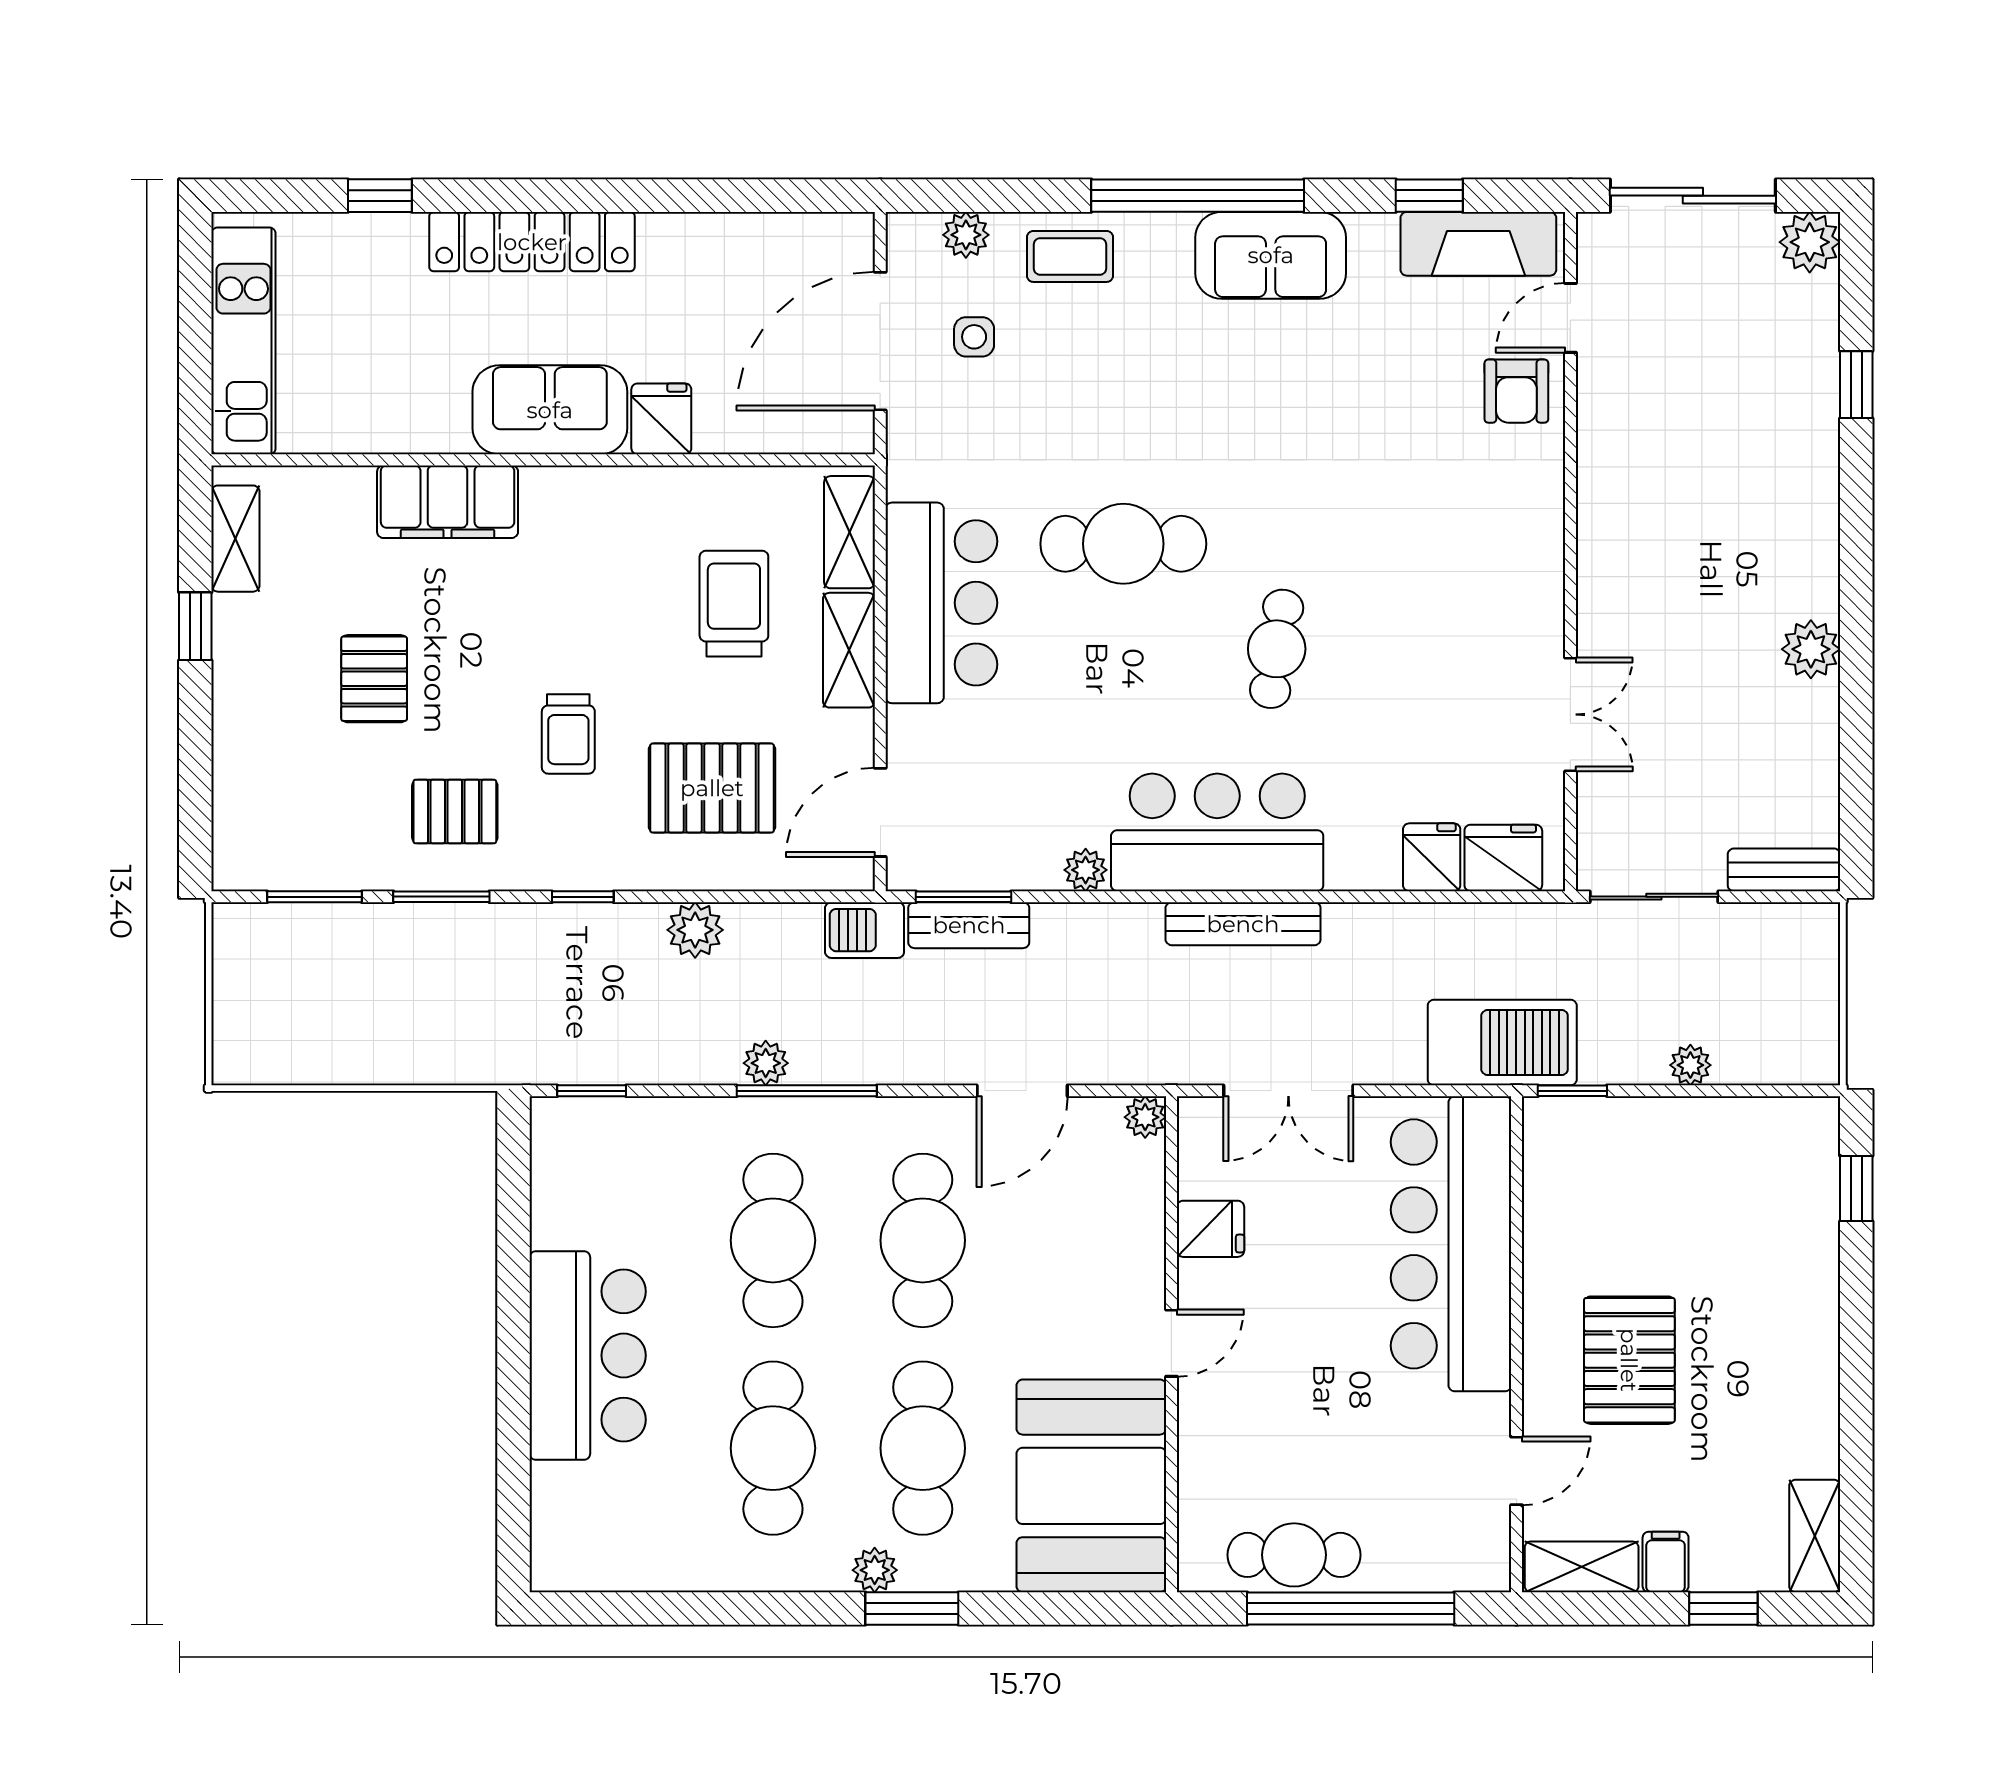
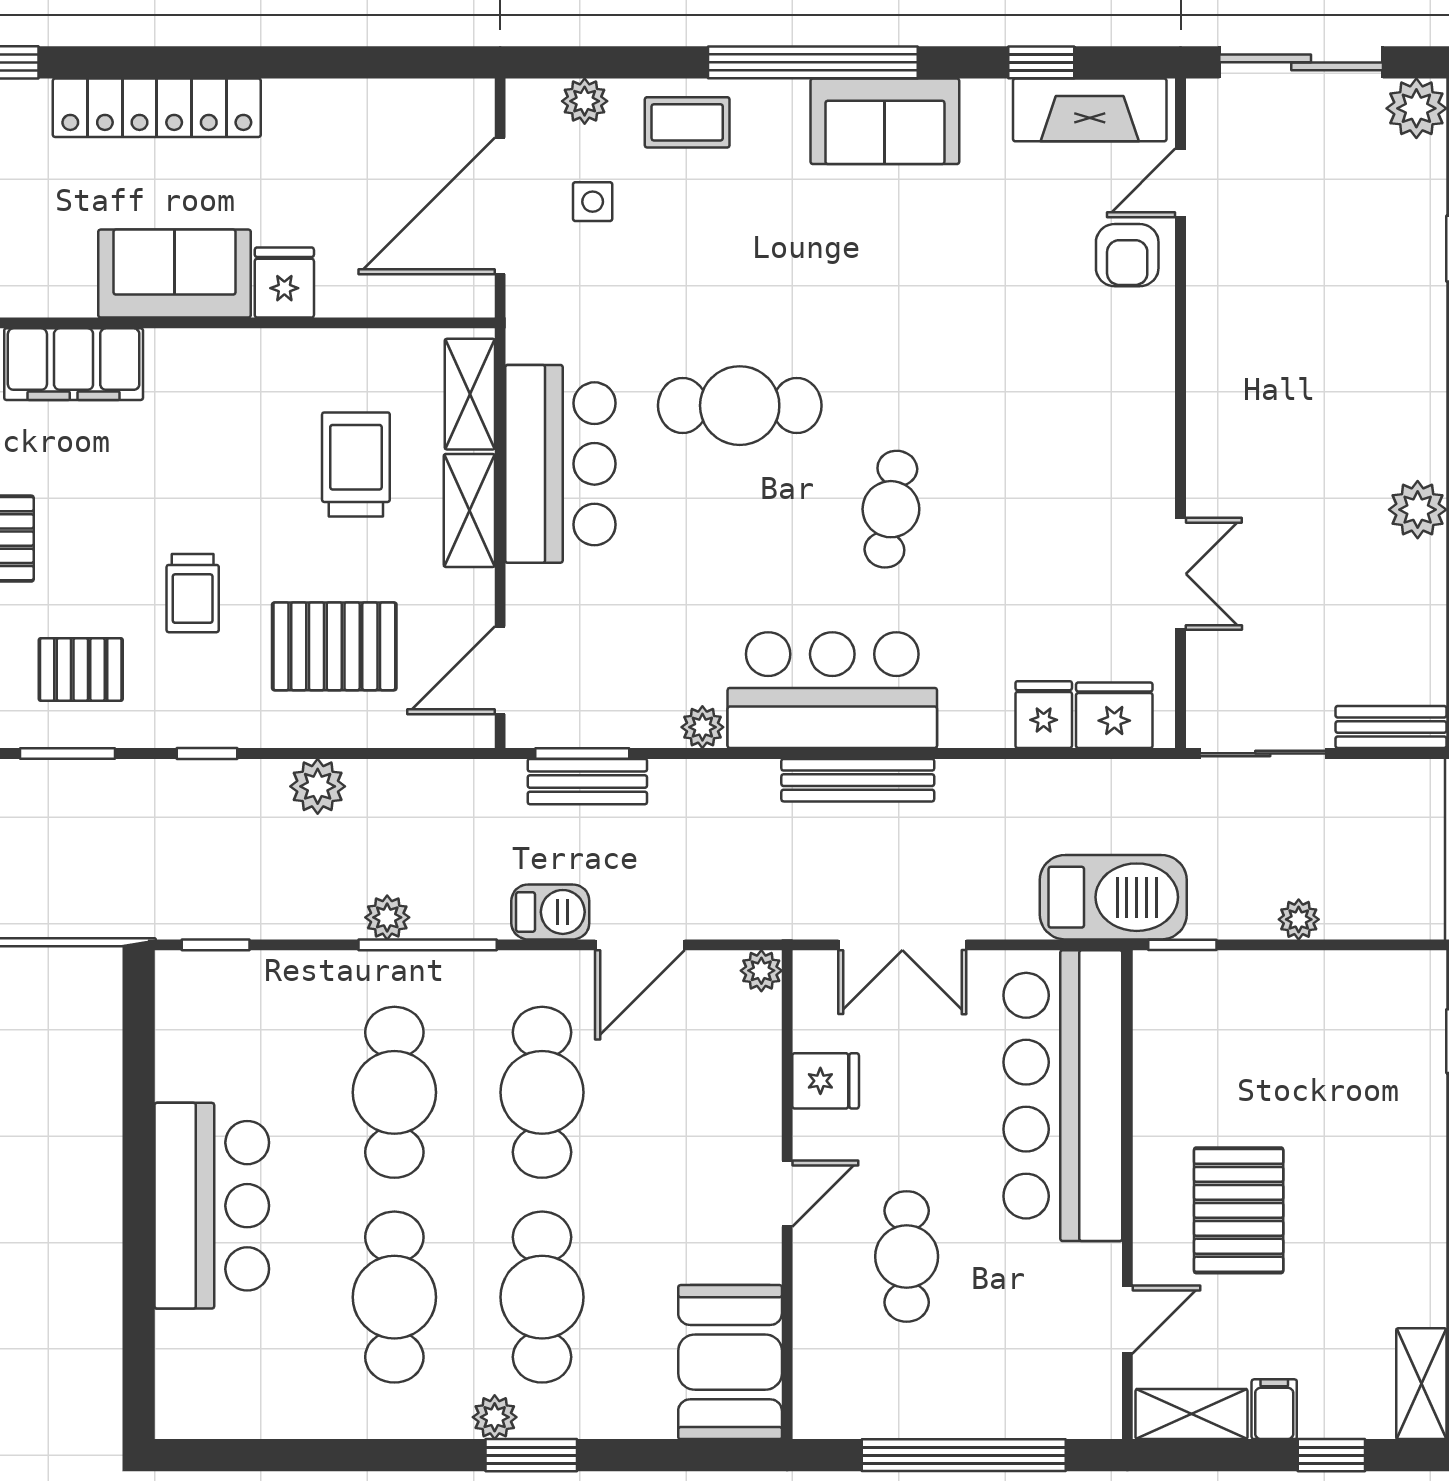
barbecue: (865, 930) -> (550, 912), moved, turned 180
booth: (1091, 1486) -> (730, 1362), width x0.73, depth x0.70
cafe table: (1294, 1555) -> (907, 1256), moved, turned 90

